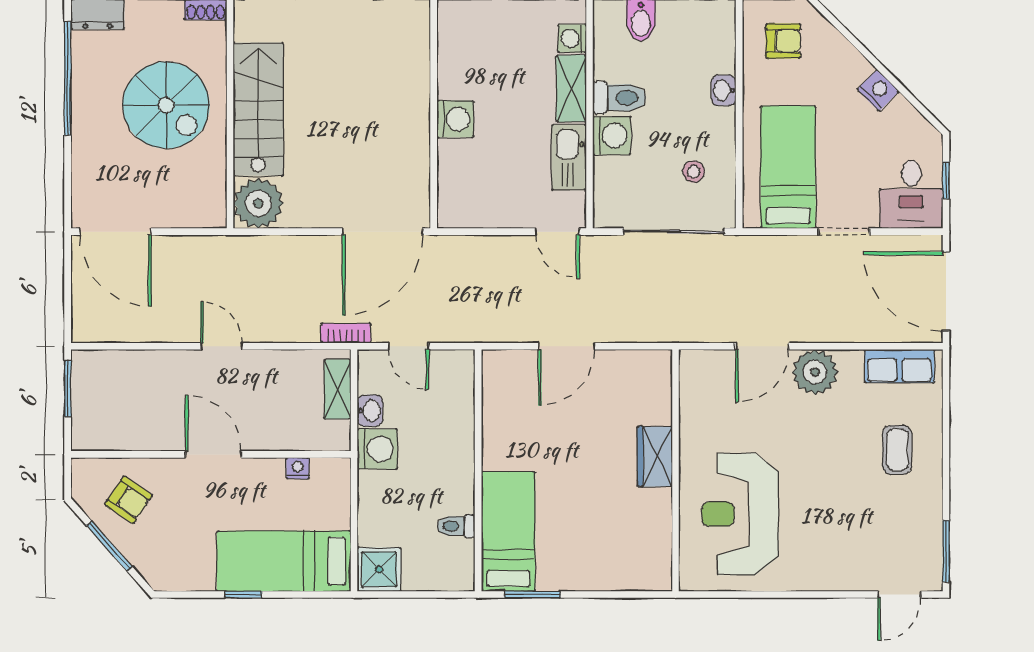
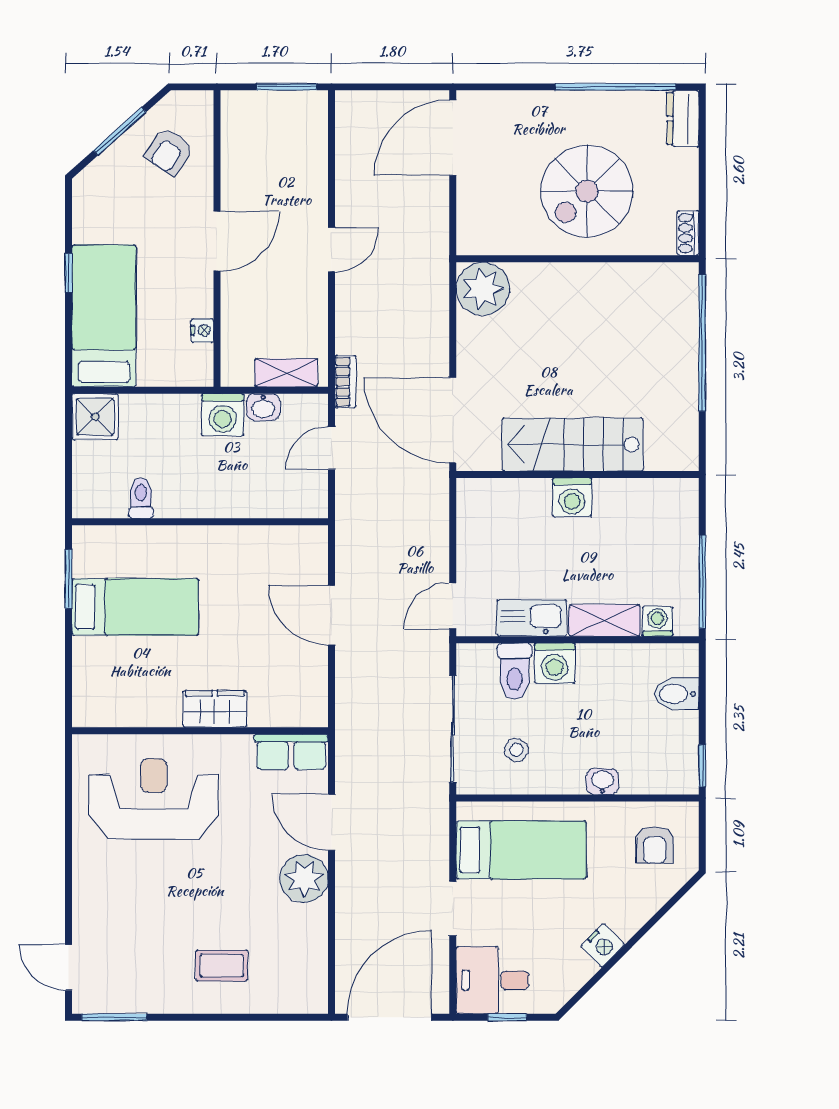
toilet: (619, 98) -> (515, 671), moved
stairs: (258, 109) -> (573, 445), moved, turned 180
row of seats: (899, 366) -> (291, 752), moved, turned -90
bed: (508, 532) -> (135, 607), moved

